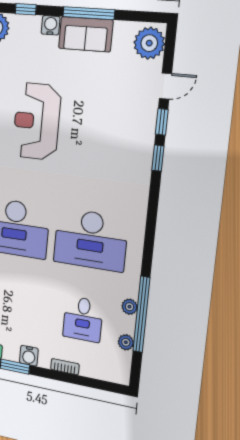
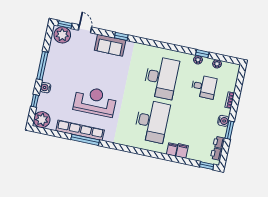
sofa: (86, 34) -> (110, 45), moved, turned 90
reception desk: (37, 121) -> (95, 101), turned 180
window: (162, 122) -> (65, 24), moved
window: (141, 314) -> (202, 54), width x0.32

